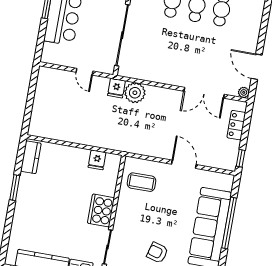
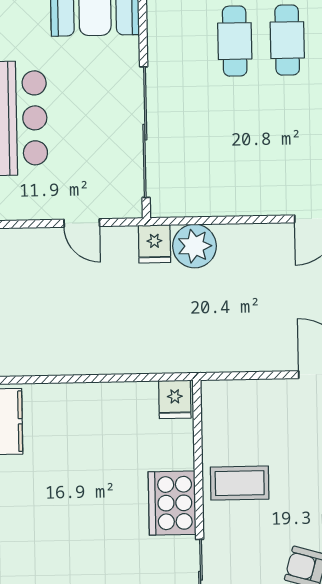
fridge: (97, 160) -> (175, 399), moved
coffee table: (141, 182) -> (240, 483), moved

